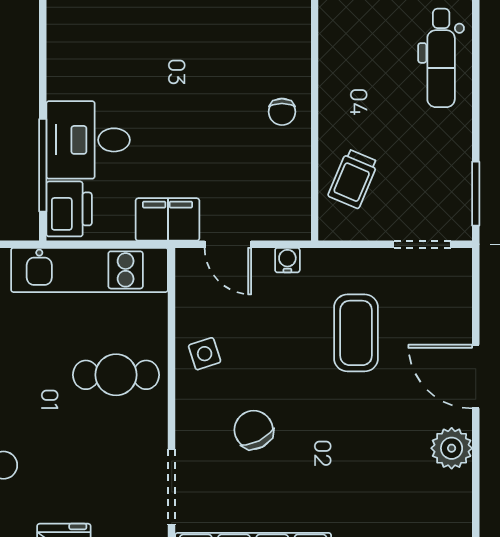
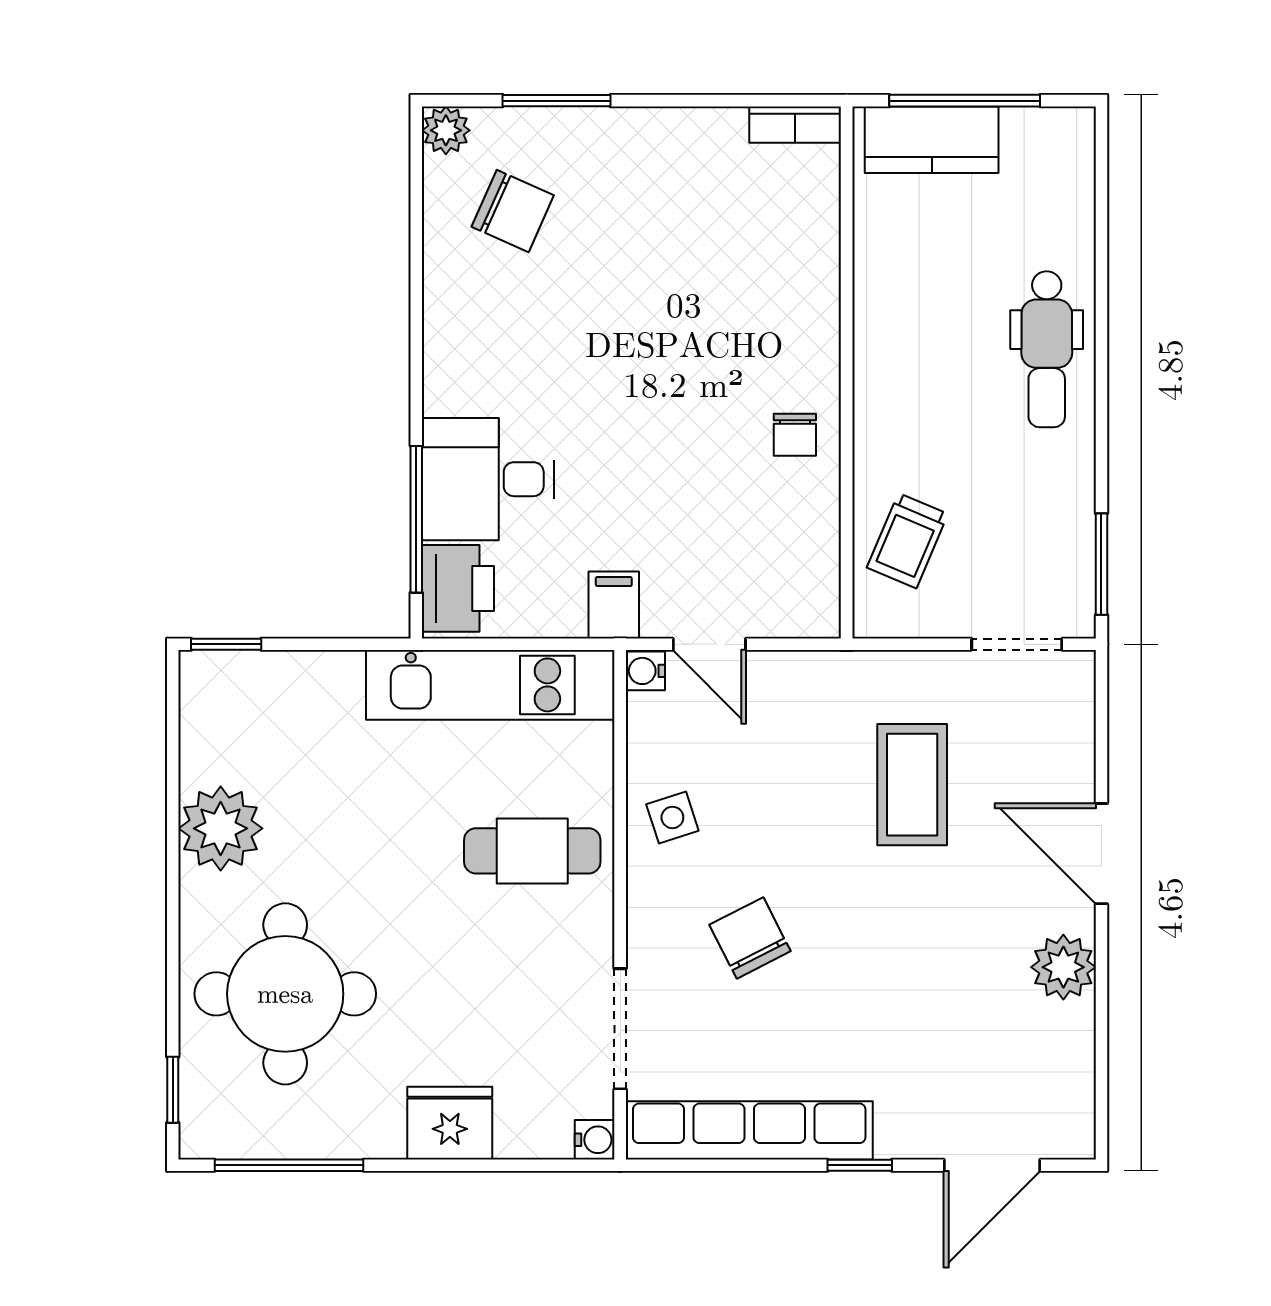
filing cabinet: (168, 219) -> (614, 605), width x0.50
water cooler: (287, 260) -> (645, 671), moved, turned -90

